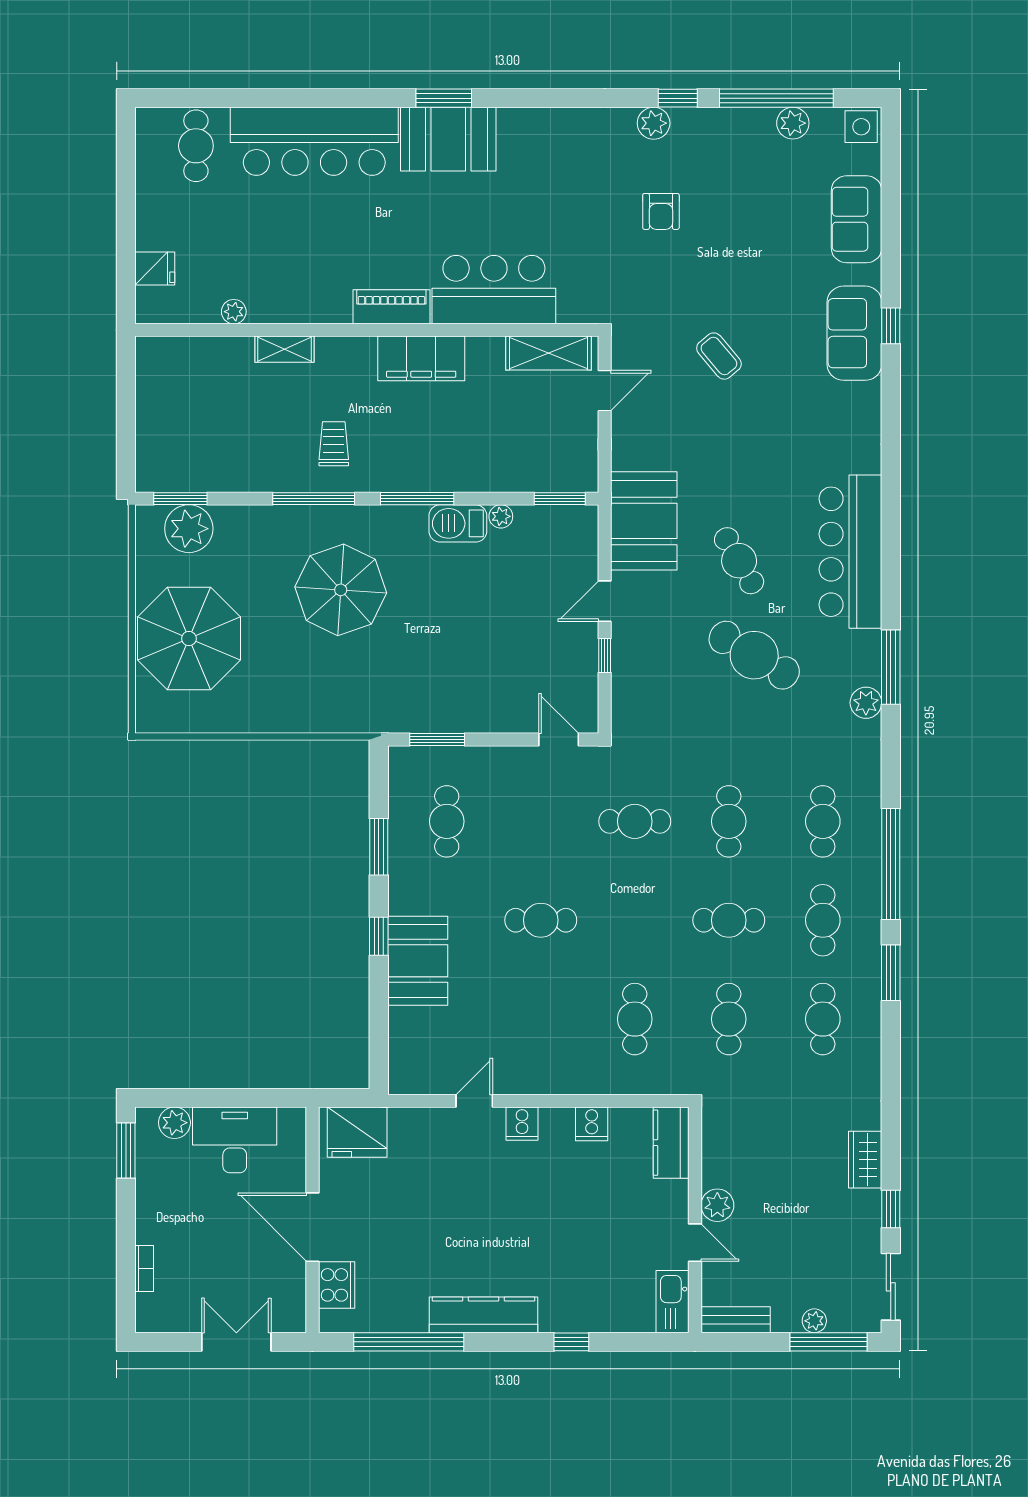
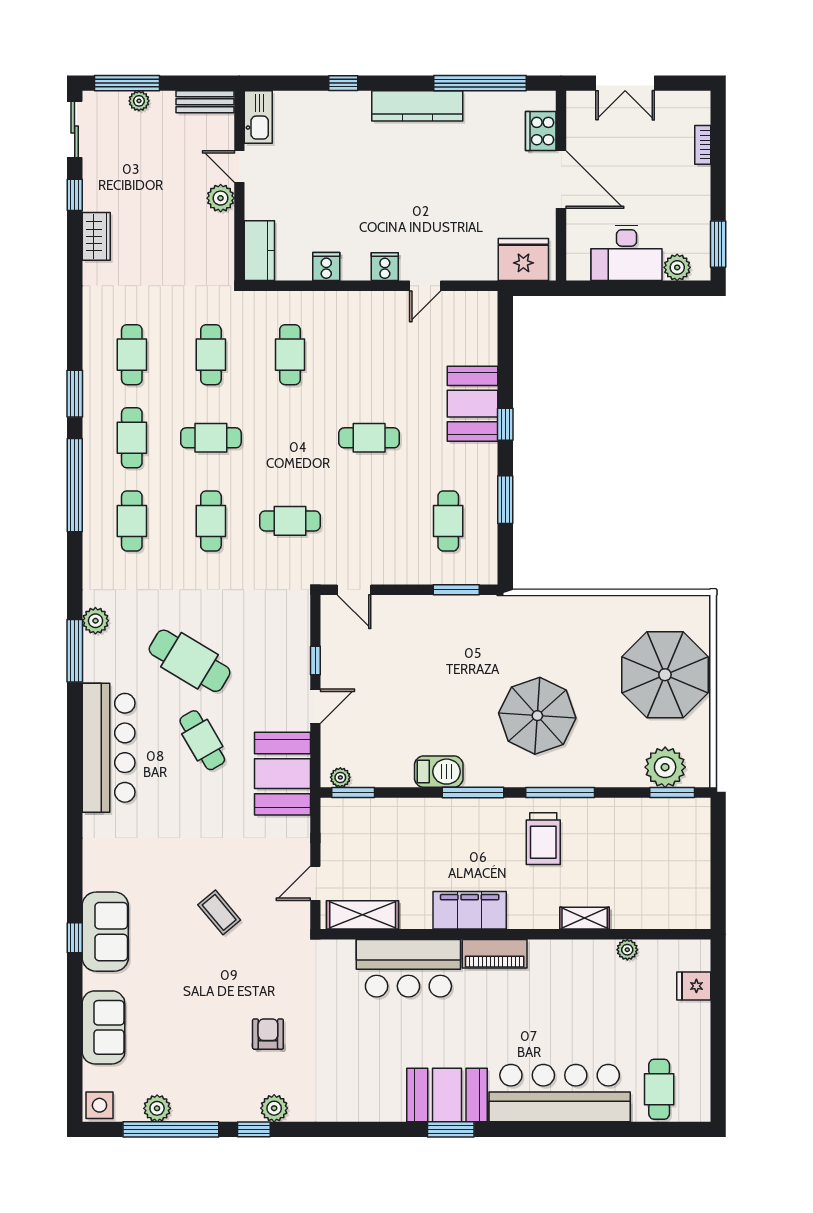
trolley: (334, 444) -> (543, 839), width x1.36, depth x1.39
plant: (501, 516) -> (340, 777), moved

